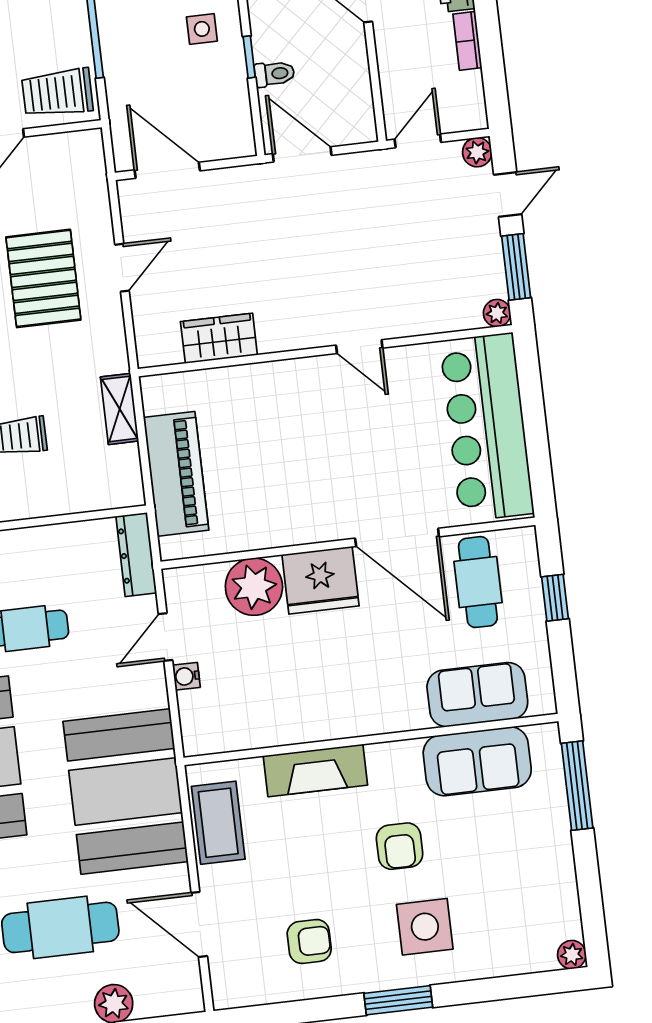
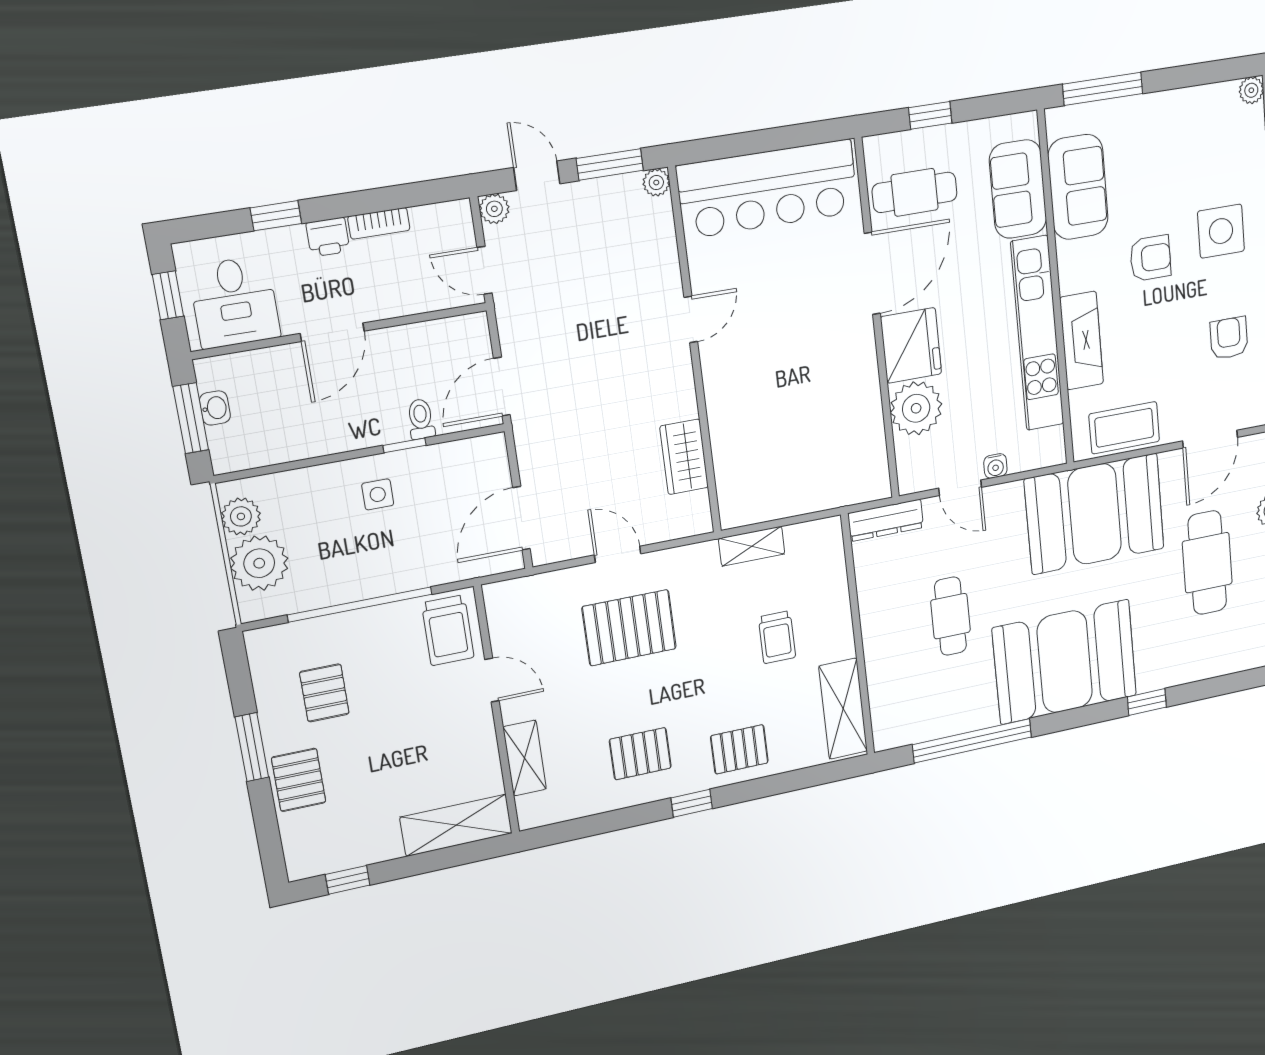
piano: (176, 474) -> (812, 489), removed
kitchen unit: (326, 720) -> (1037, 334), added

